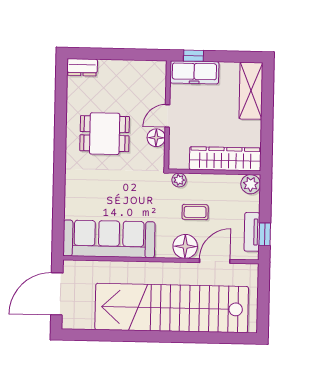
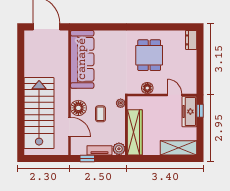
door: (167, 116) -> (175, 95), moved
tv unit: (252, 232) -> (99, 150), moved
stairs: (172, 308) -> (39, 113), width x0.73

